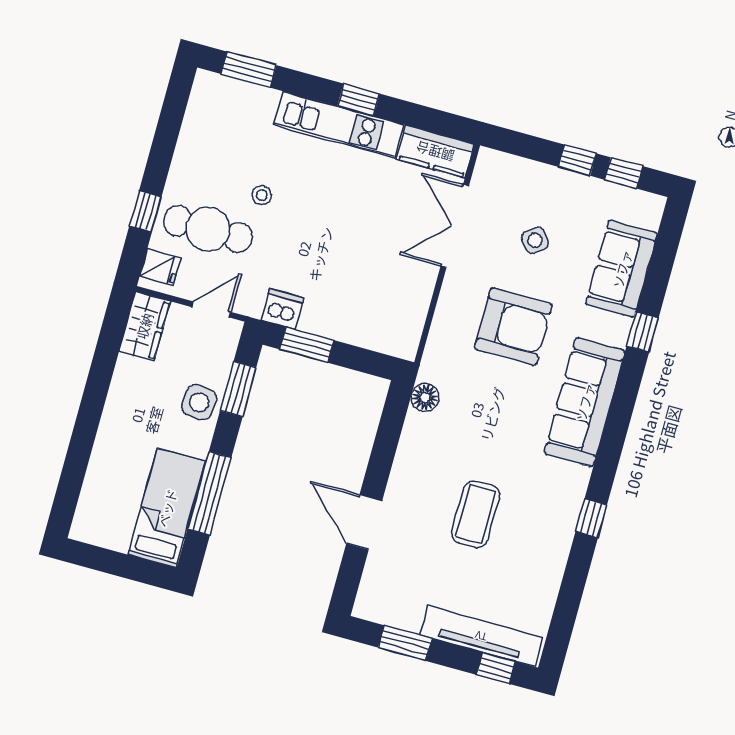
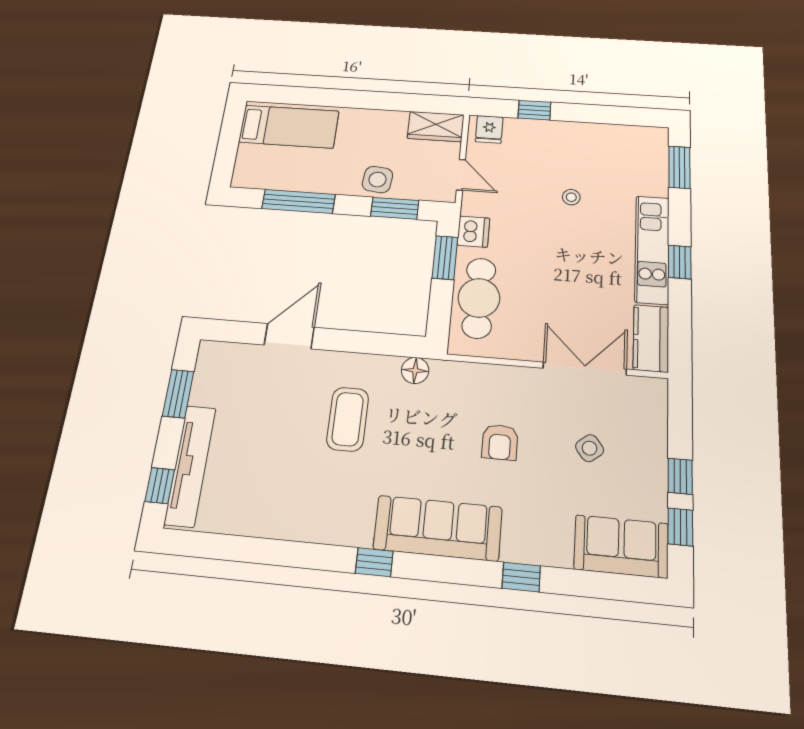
cafe table: (208, 229) -> (479, 298), moved
sofa: (622, 269) -> (621, 546), moved
armchair: (513, 326) -> (500, 442), width x0.53, depth x0.53
bed: (167, 508) -> (289, 127), moved
coffee table: (476, 514) -> (348, 419), moved, turned 90
window: (591, 518) -> (374, 562), moved

